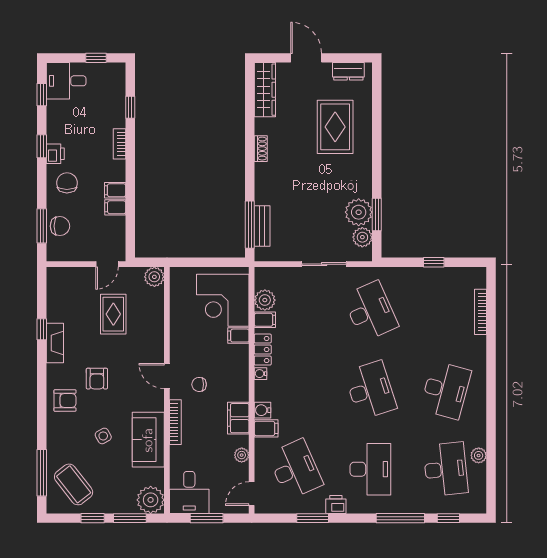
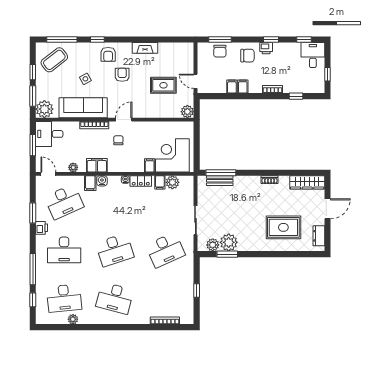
window: (42, 329) -> (97, 39), moved
armchair: (97, 379) -> (122, 75), turned 90
sofa: (148, 440) -> (83, 108), width x1.36

